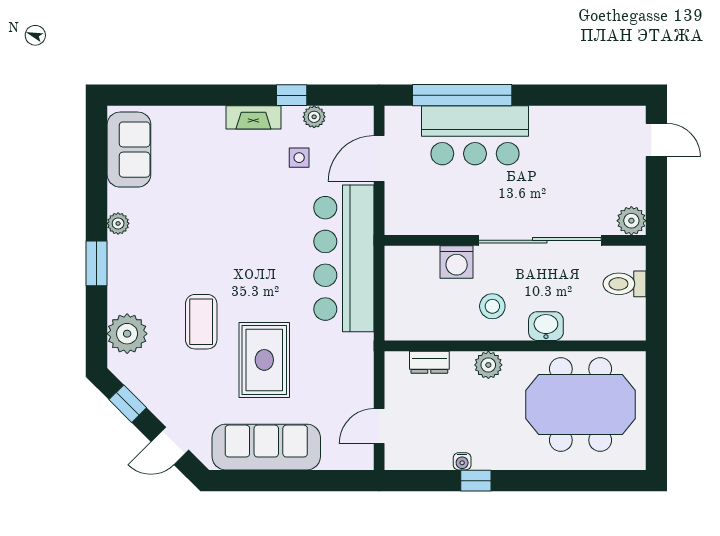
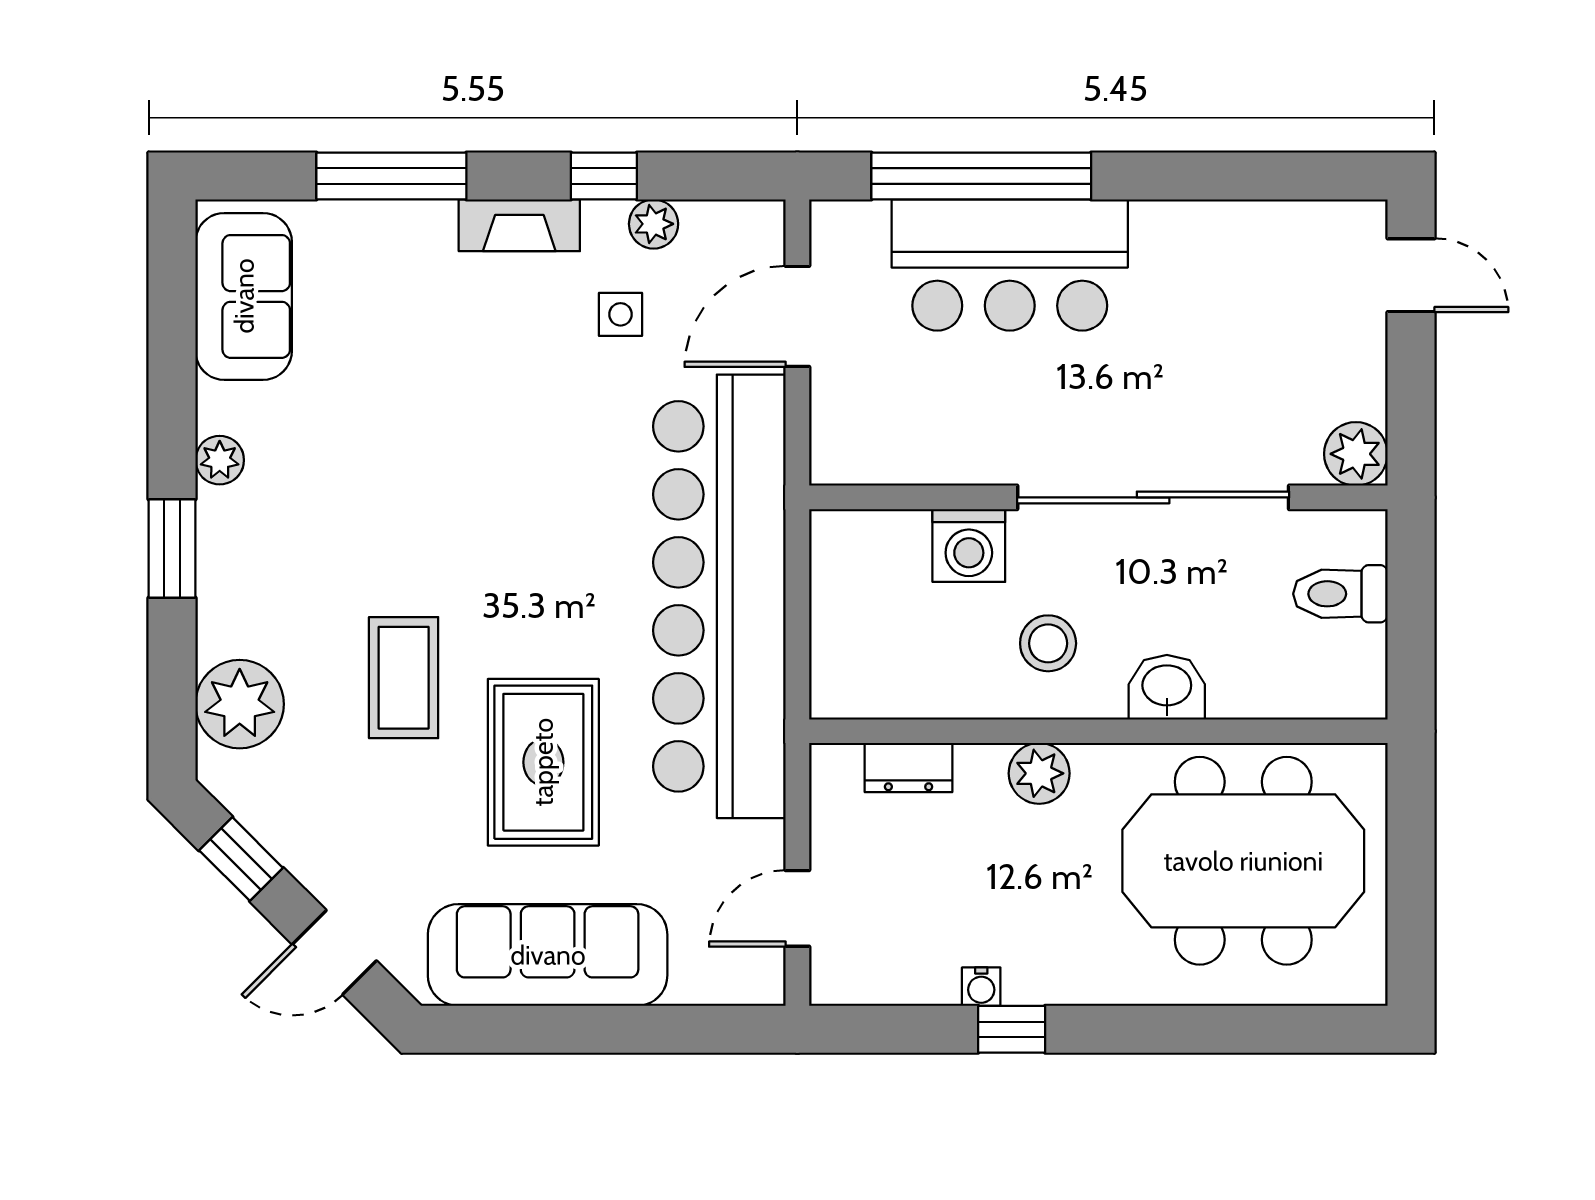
window: (196, 95) -> (391, 176), added
bar counter: (344, 258) -> (719, 596), width x1.36

